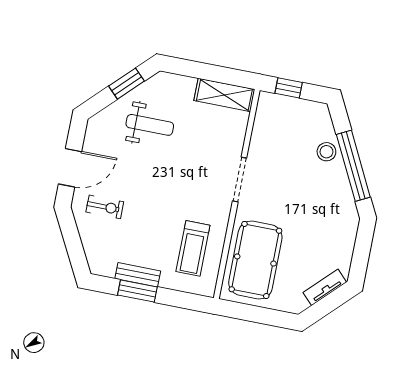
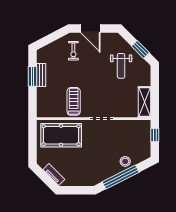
treadmill: (193, 248) -> (74, 101), moved, turned 90

